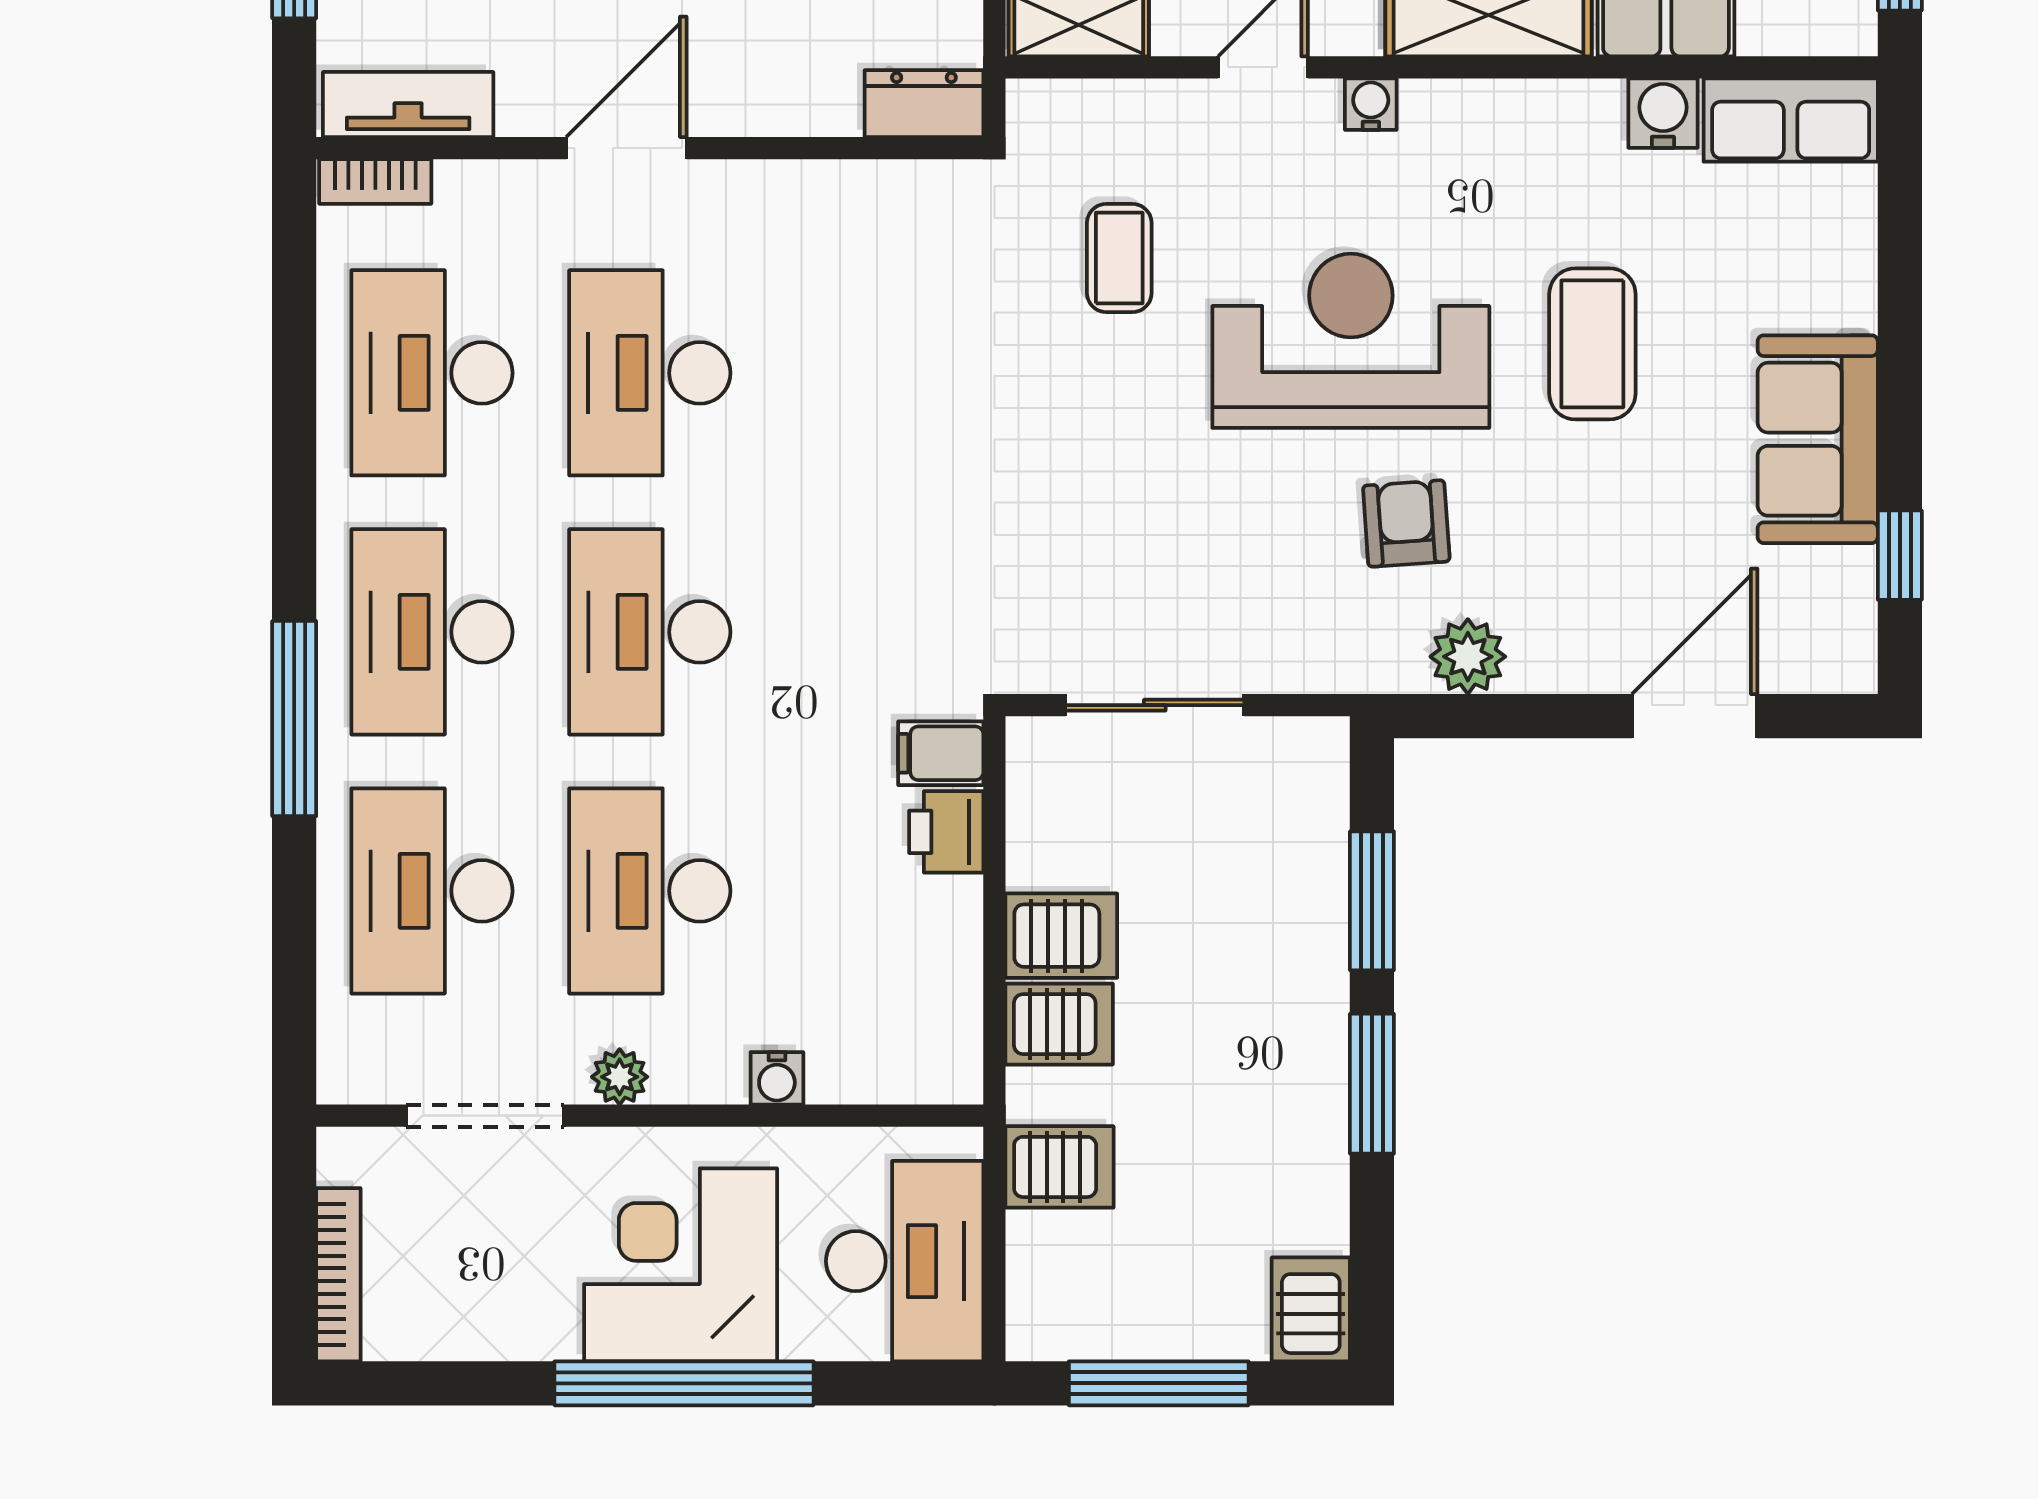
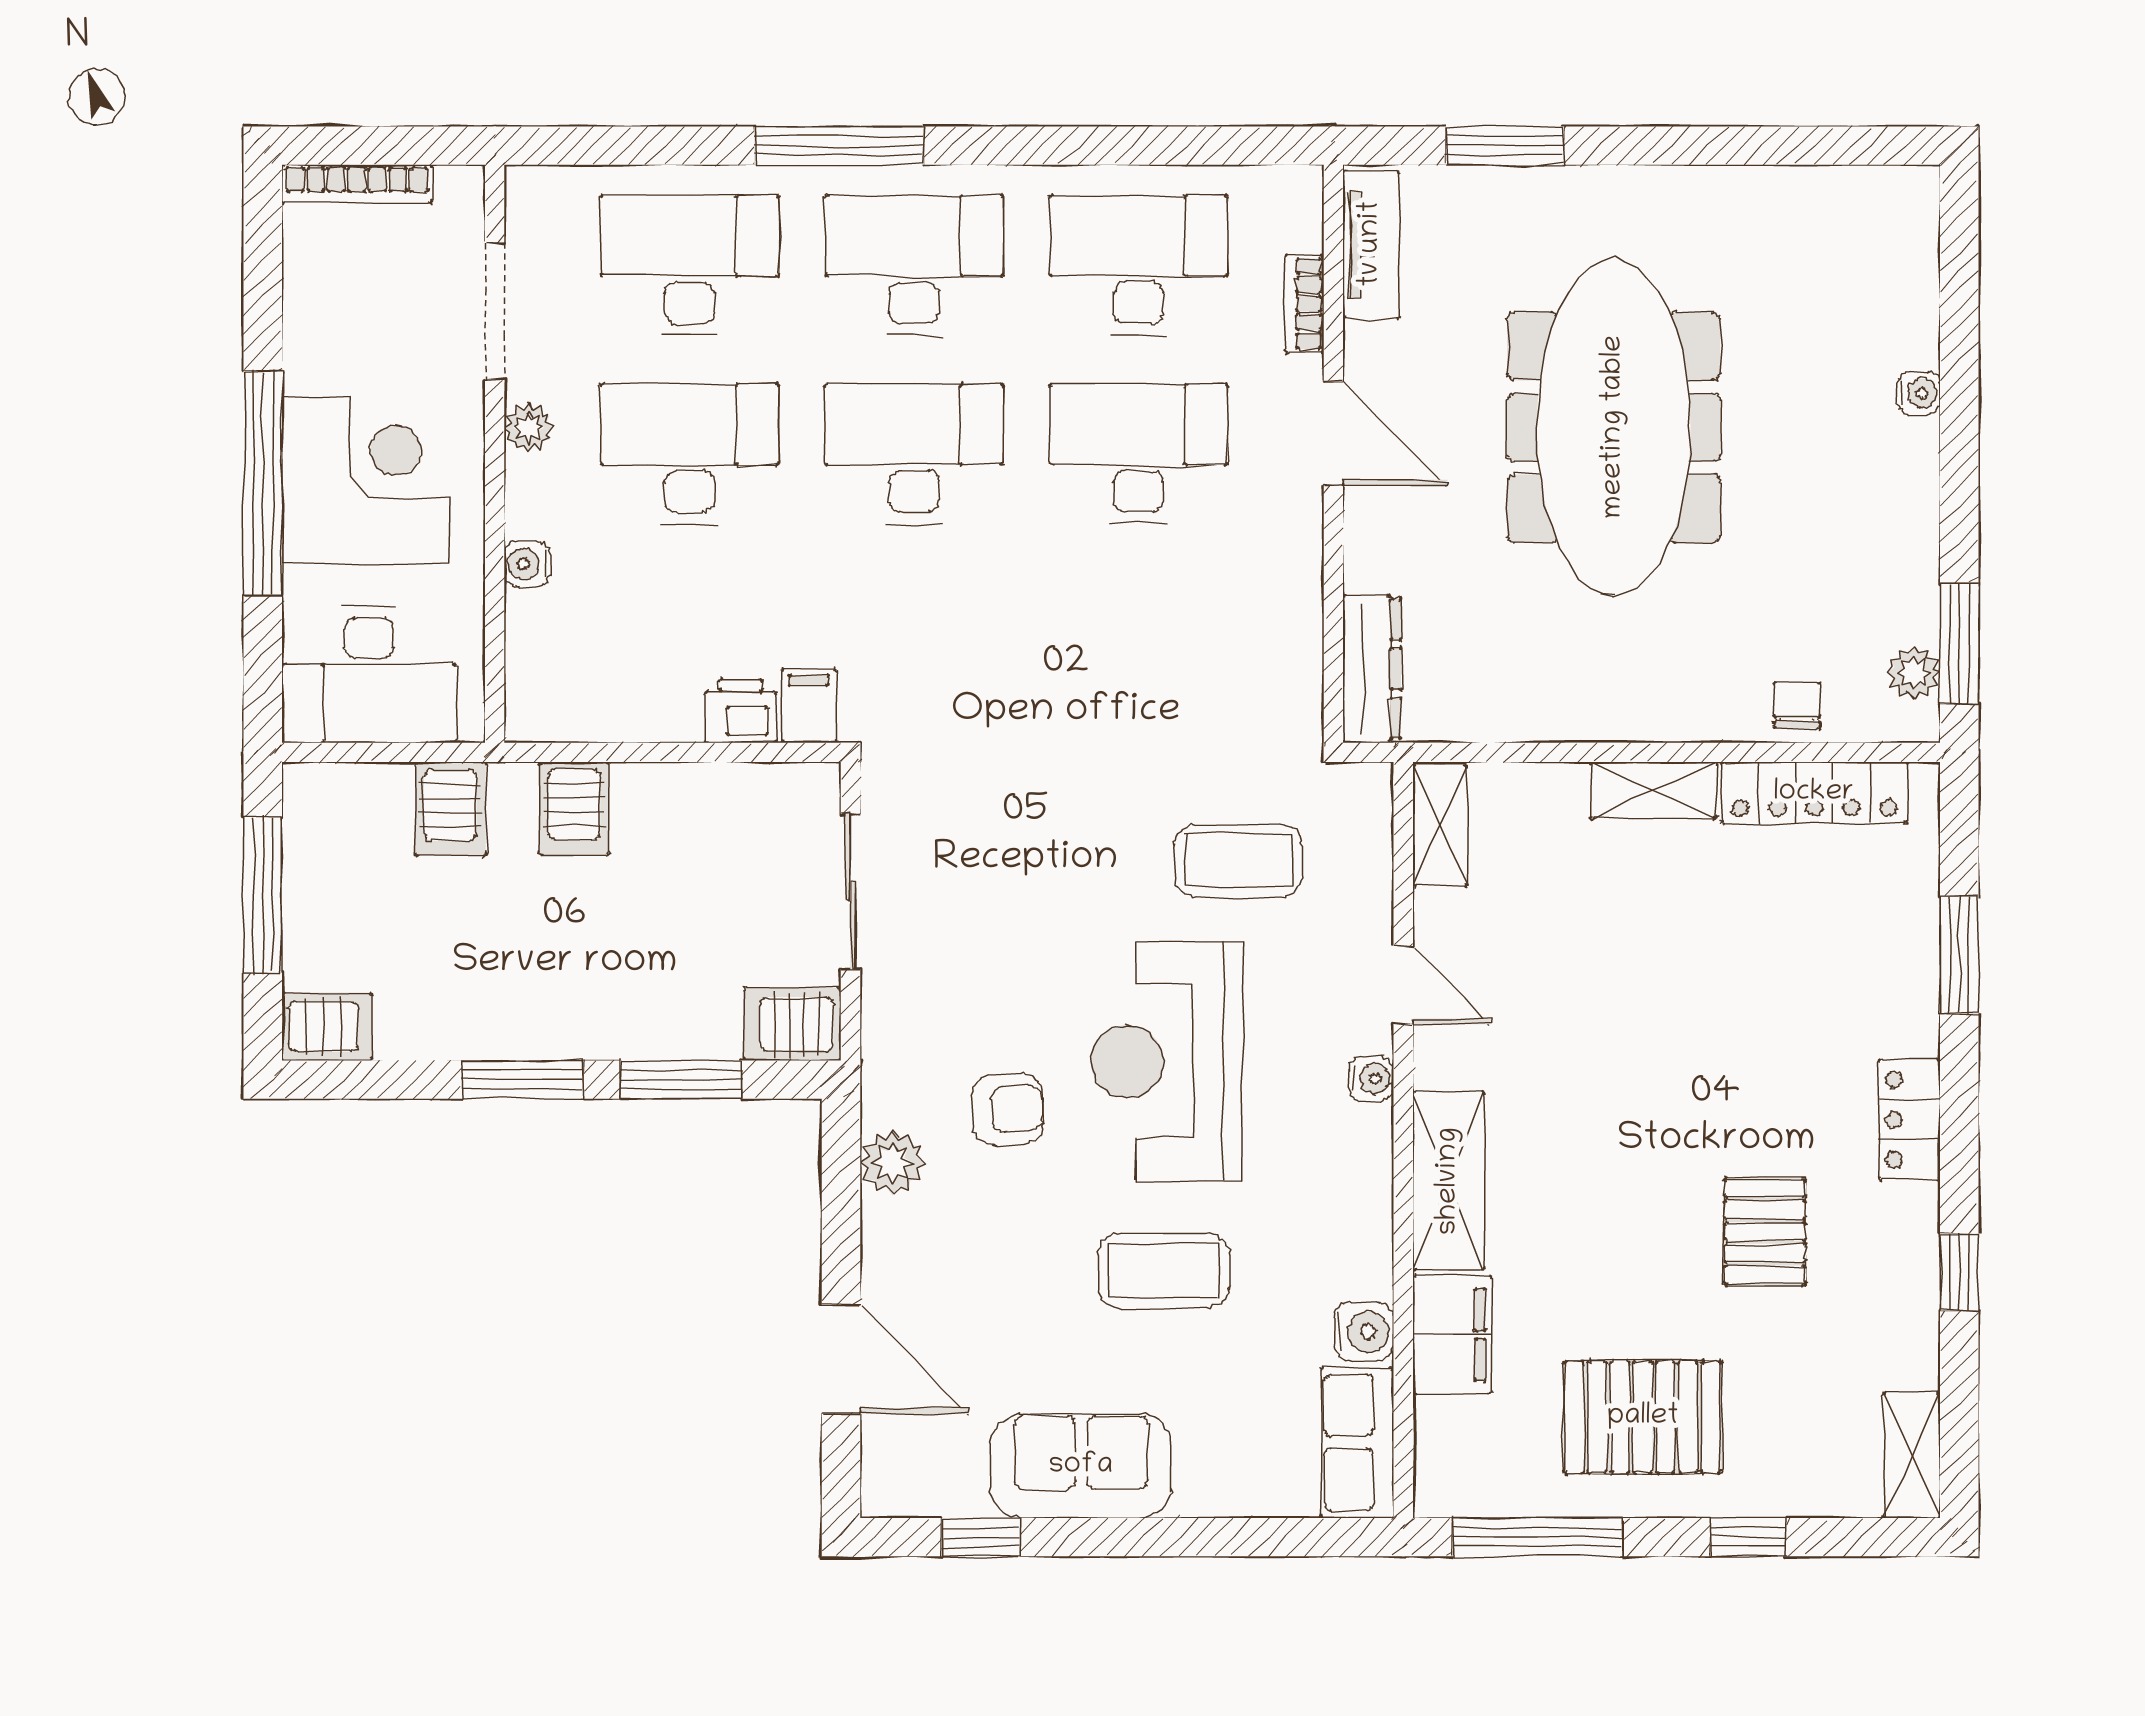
dresser: (924, 104) -> (1372, 669), width x1.44
bookcase: (375, 181) -> (1304, 304), moved
coffee table: (1119, 258) -> (1238, 861), width x1.36, depth x1.30
reception desk: (1351, 341) -> (1166, 1061), turned 180
server rack: (1061, 936) -> (792, 1024), moved, turned 90

